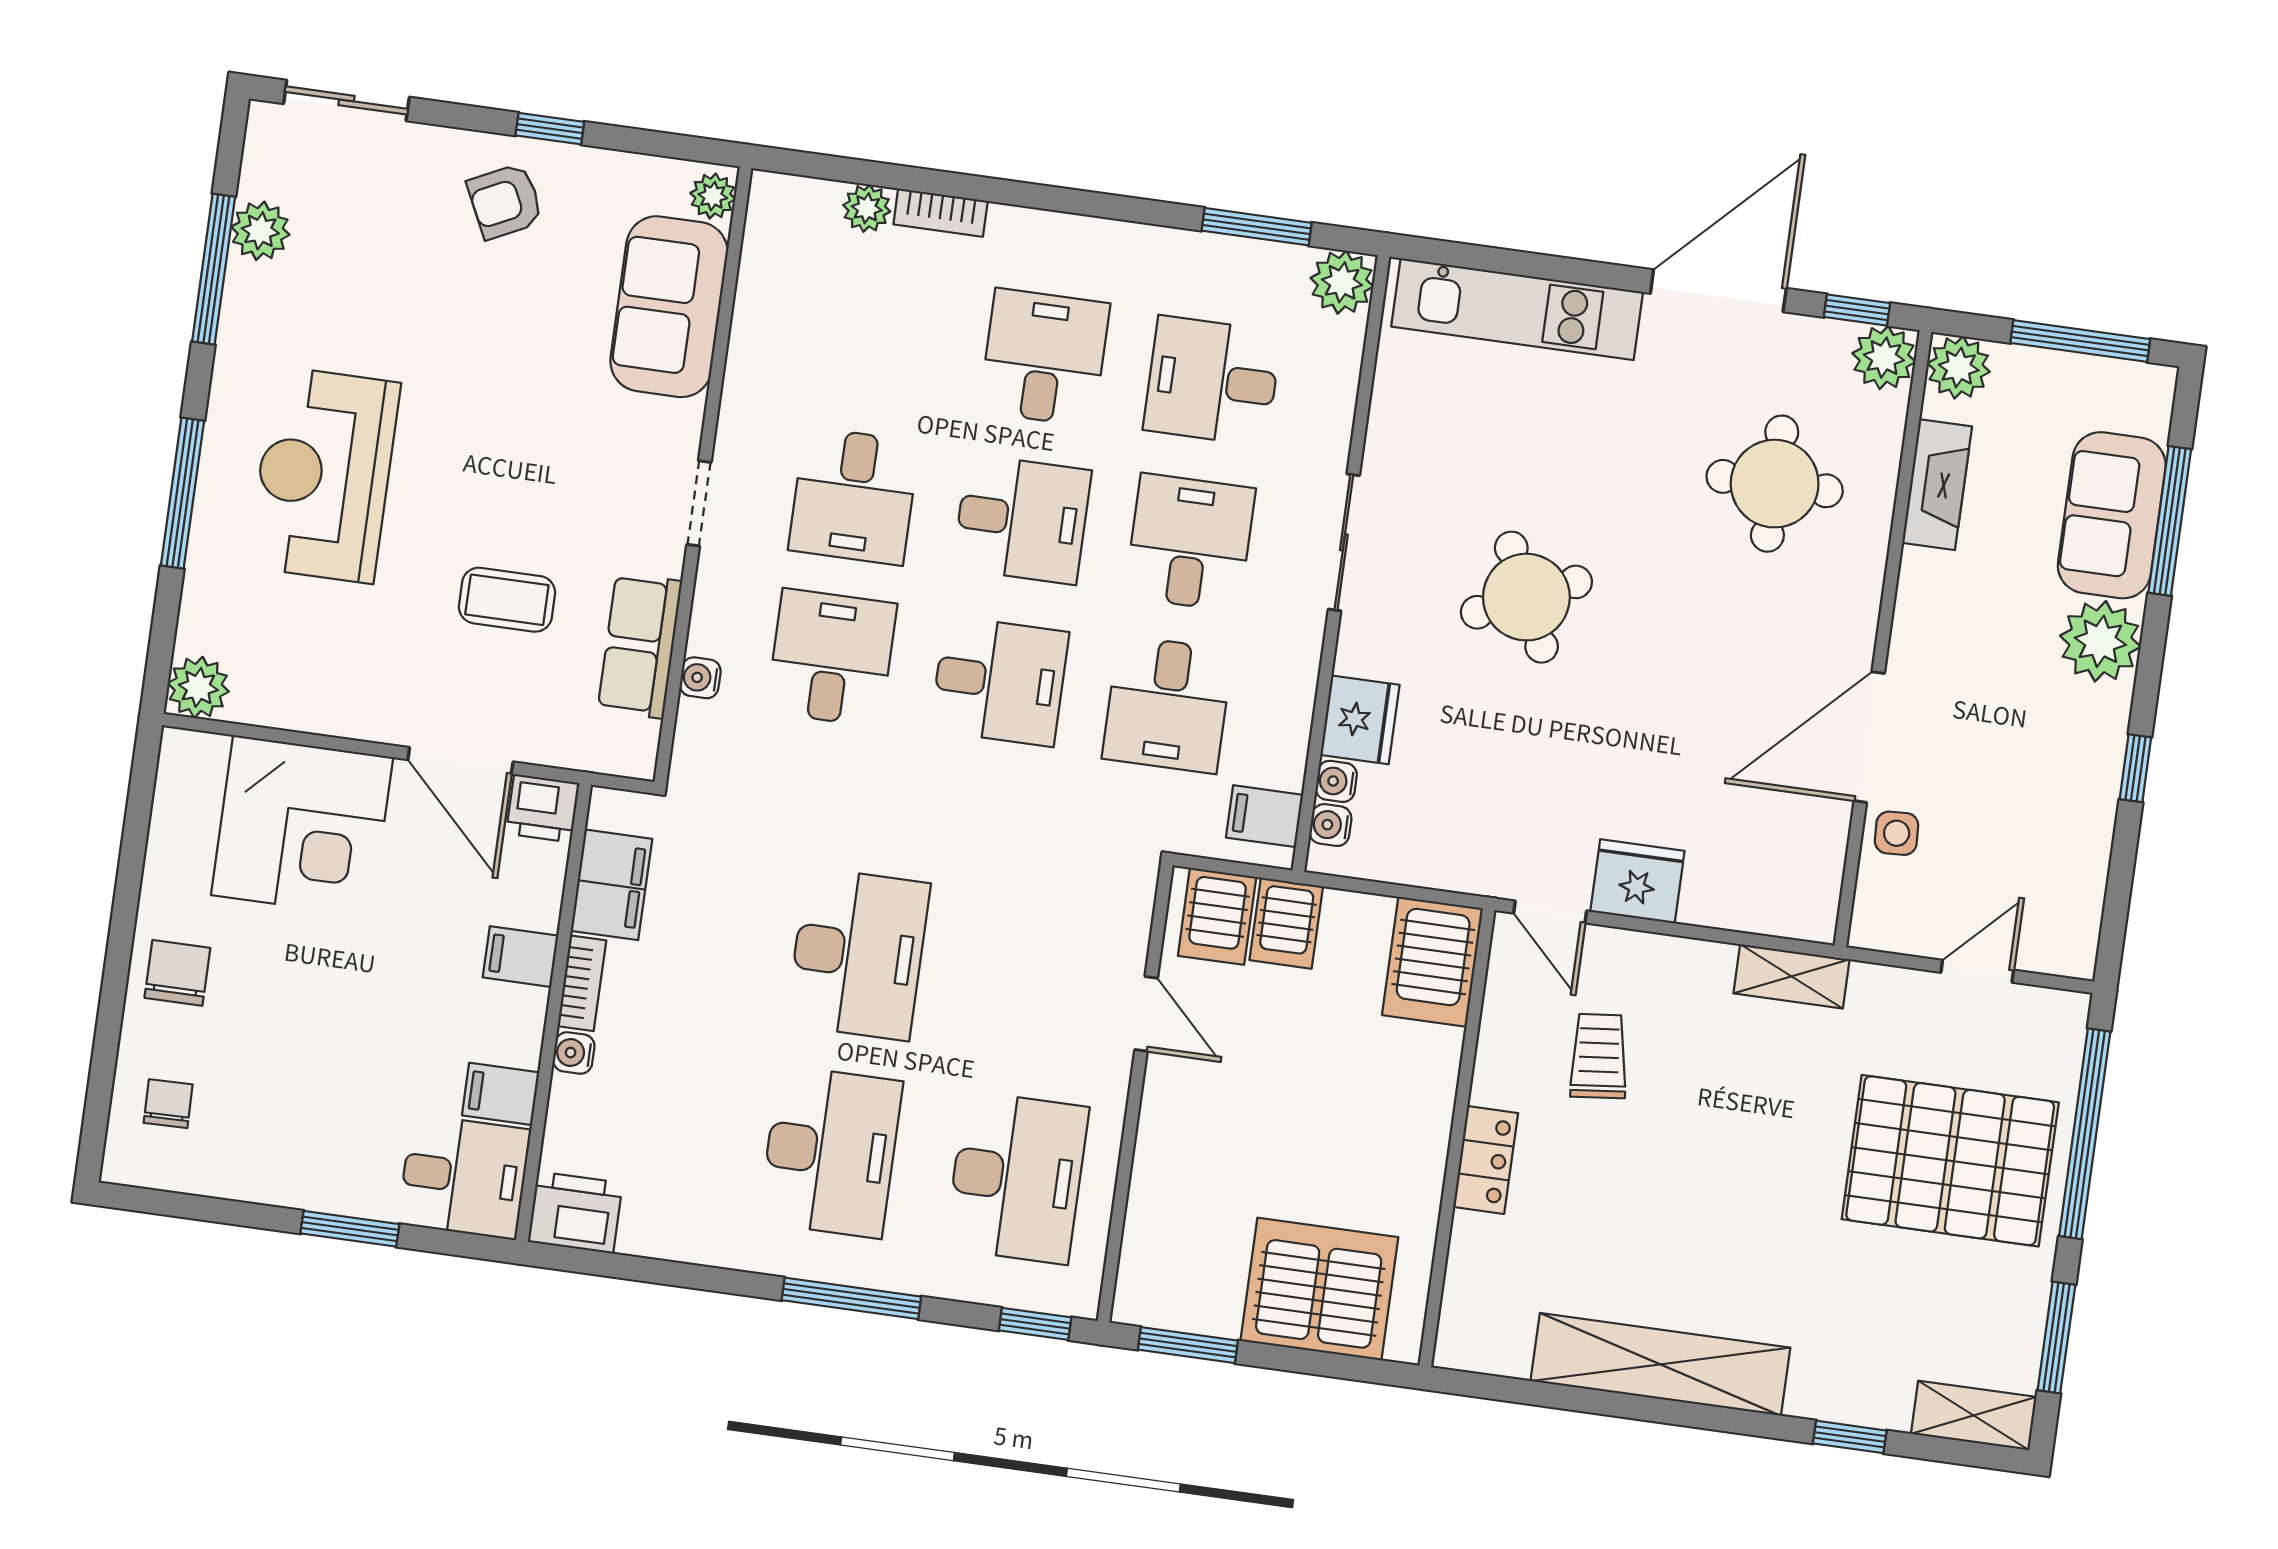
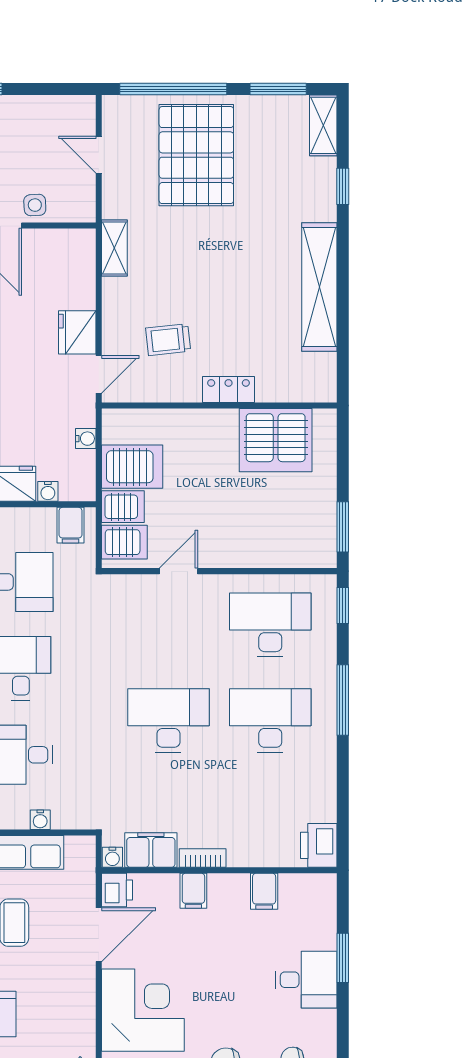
water cooler: (1330, 825) -> (86, 439), moved, turned -90
server rack: (1432, 962) -> (132, 467), moved
water cooler: (574, 1053) -> (112, 857), moved
desk: (464, 1177) -> (306, 980), moved, turned 90
server rack: (1319, 1289) -> (276, 440), moved, turned -90

